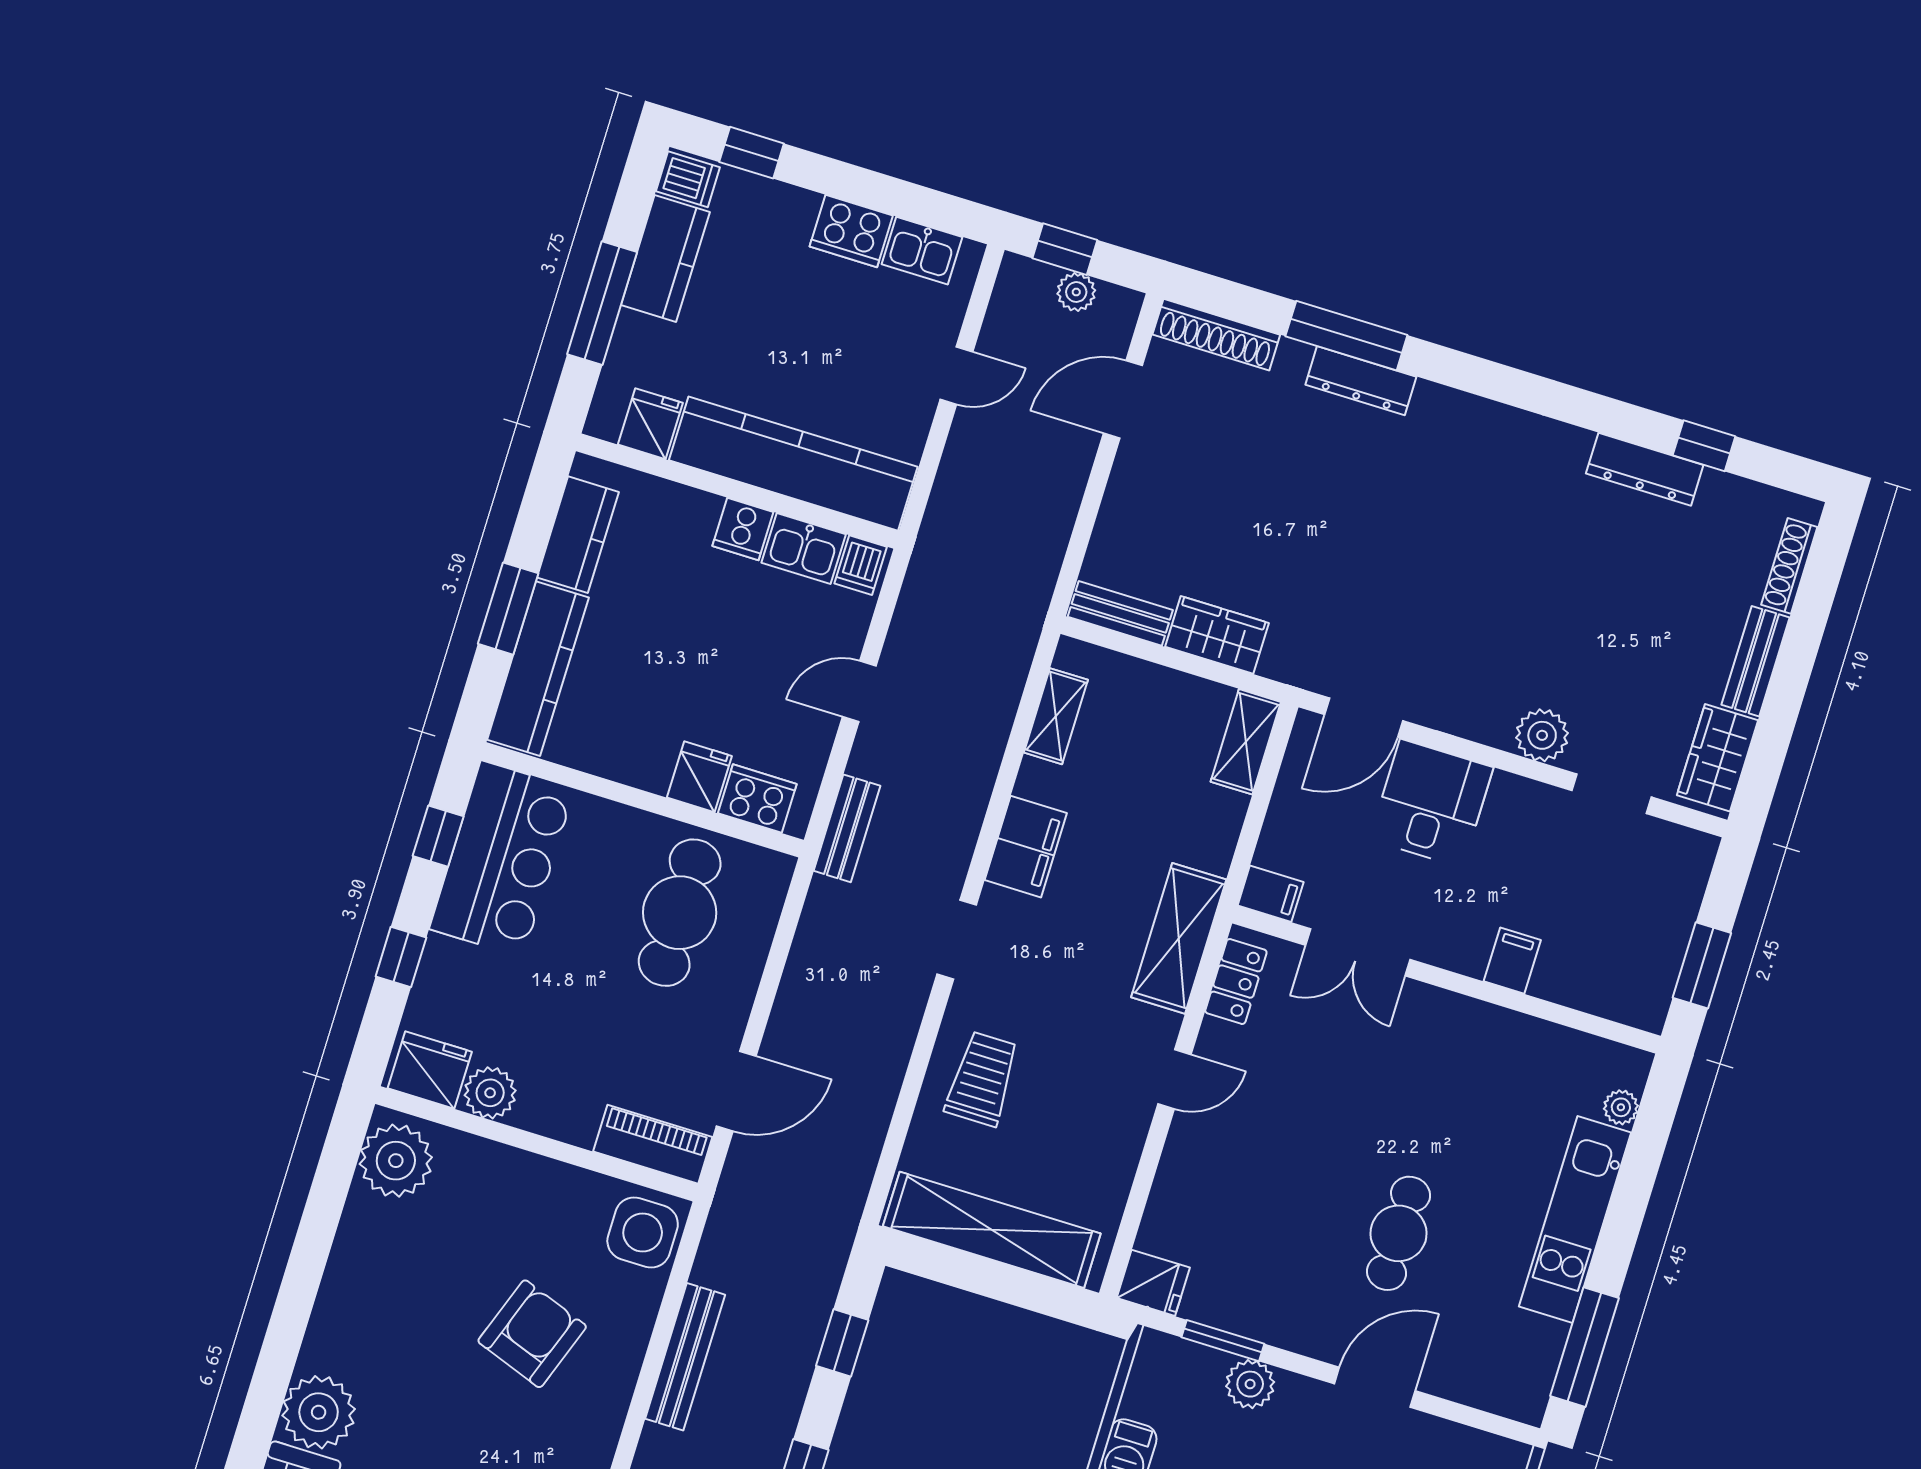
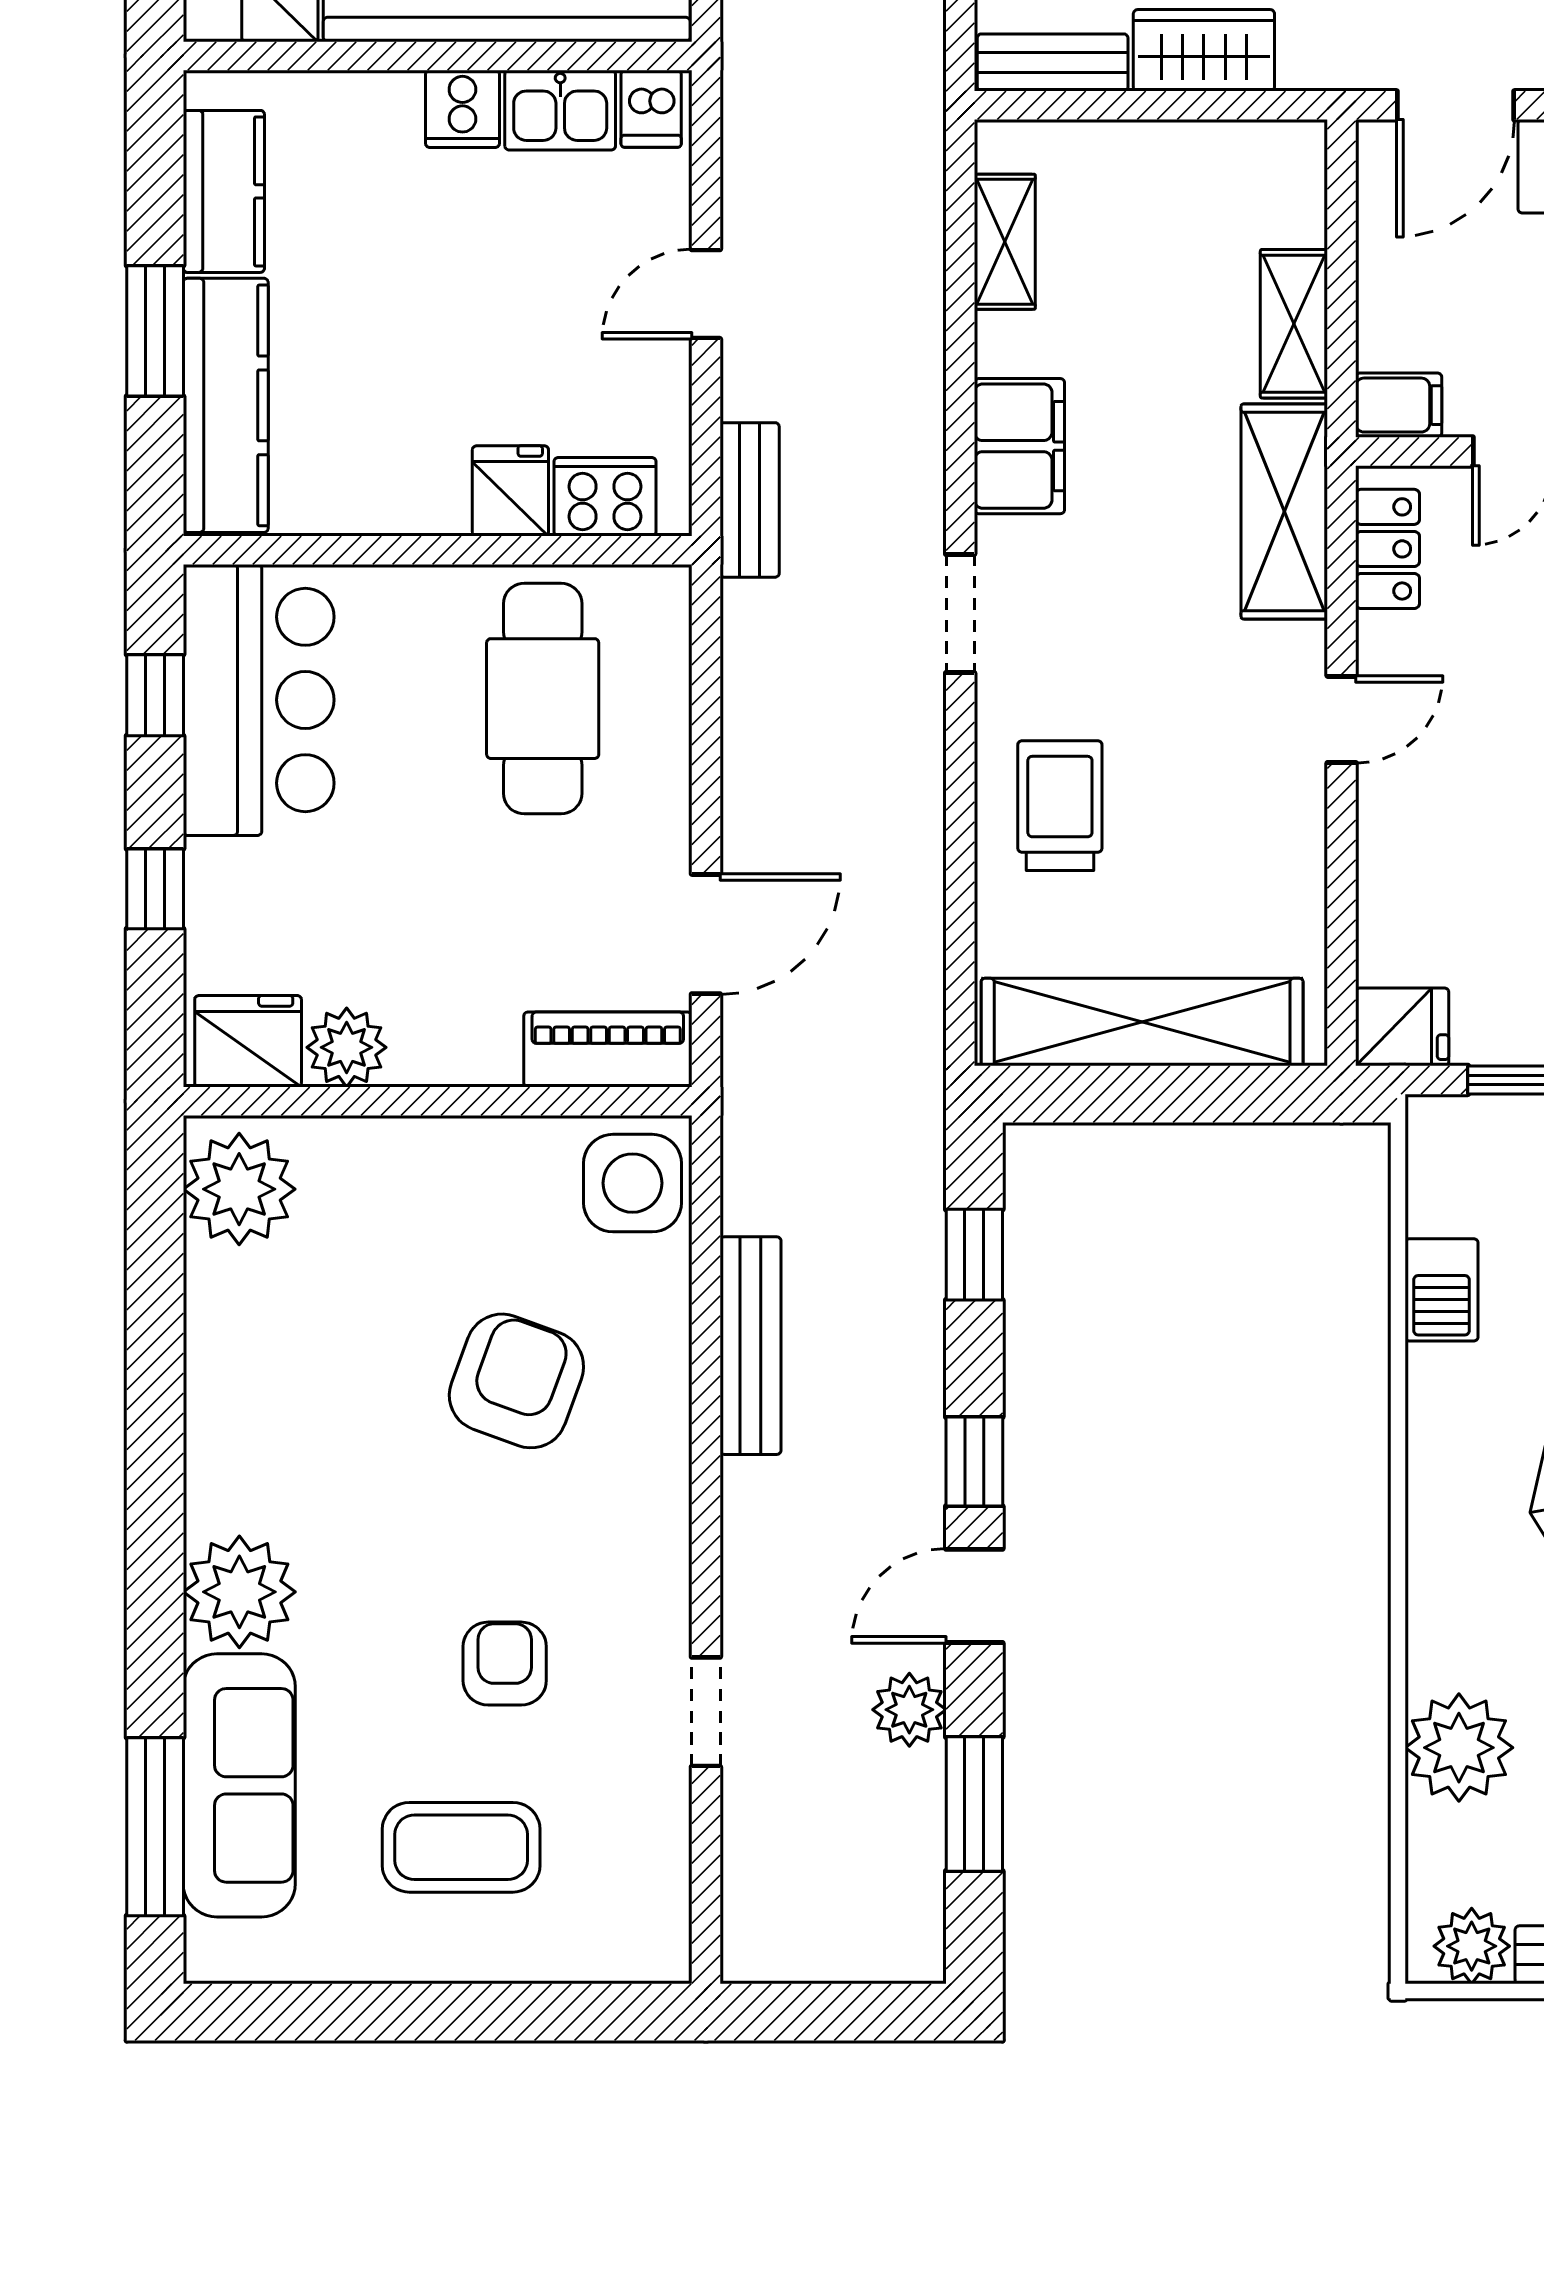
shelving: (1246, 742) -> (1294, 324), moved

